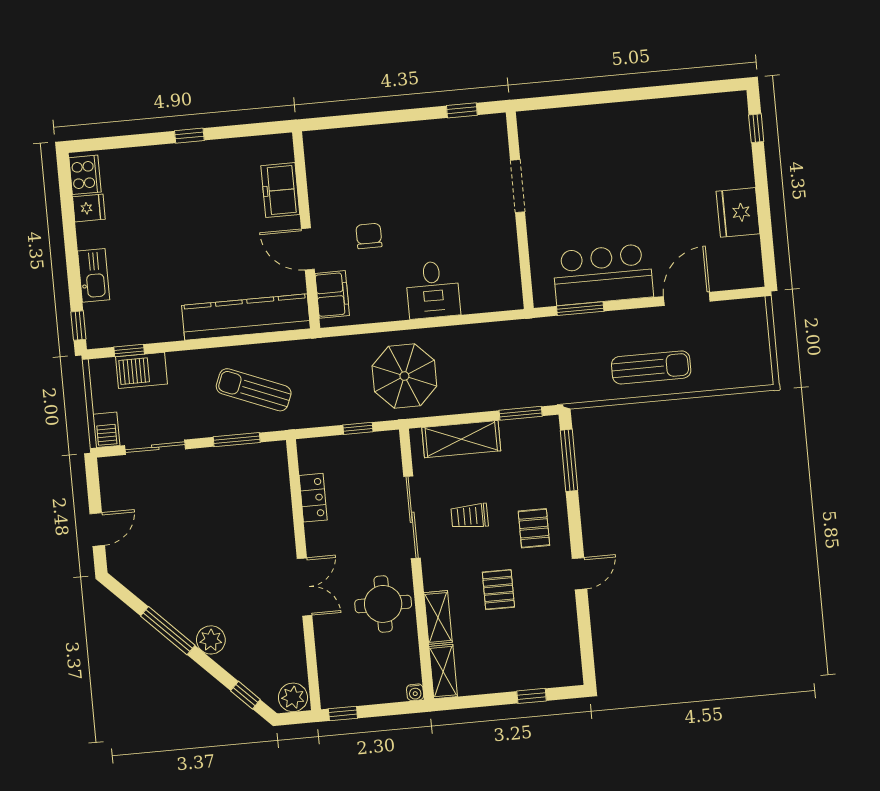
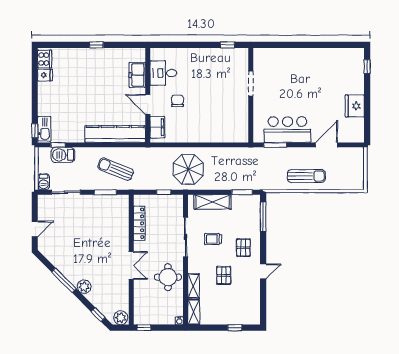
kitchen sink: (94, 275) -> (44, 129), moved
desk: (433, 290) -> (163, 73), moved, turned 90
locker: (313, 498) -> (139, 223), width x1.53

